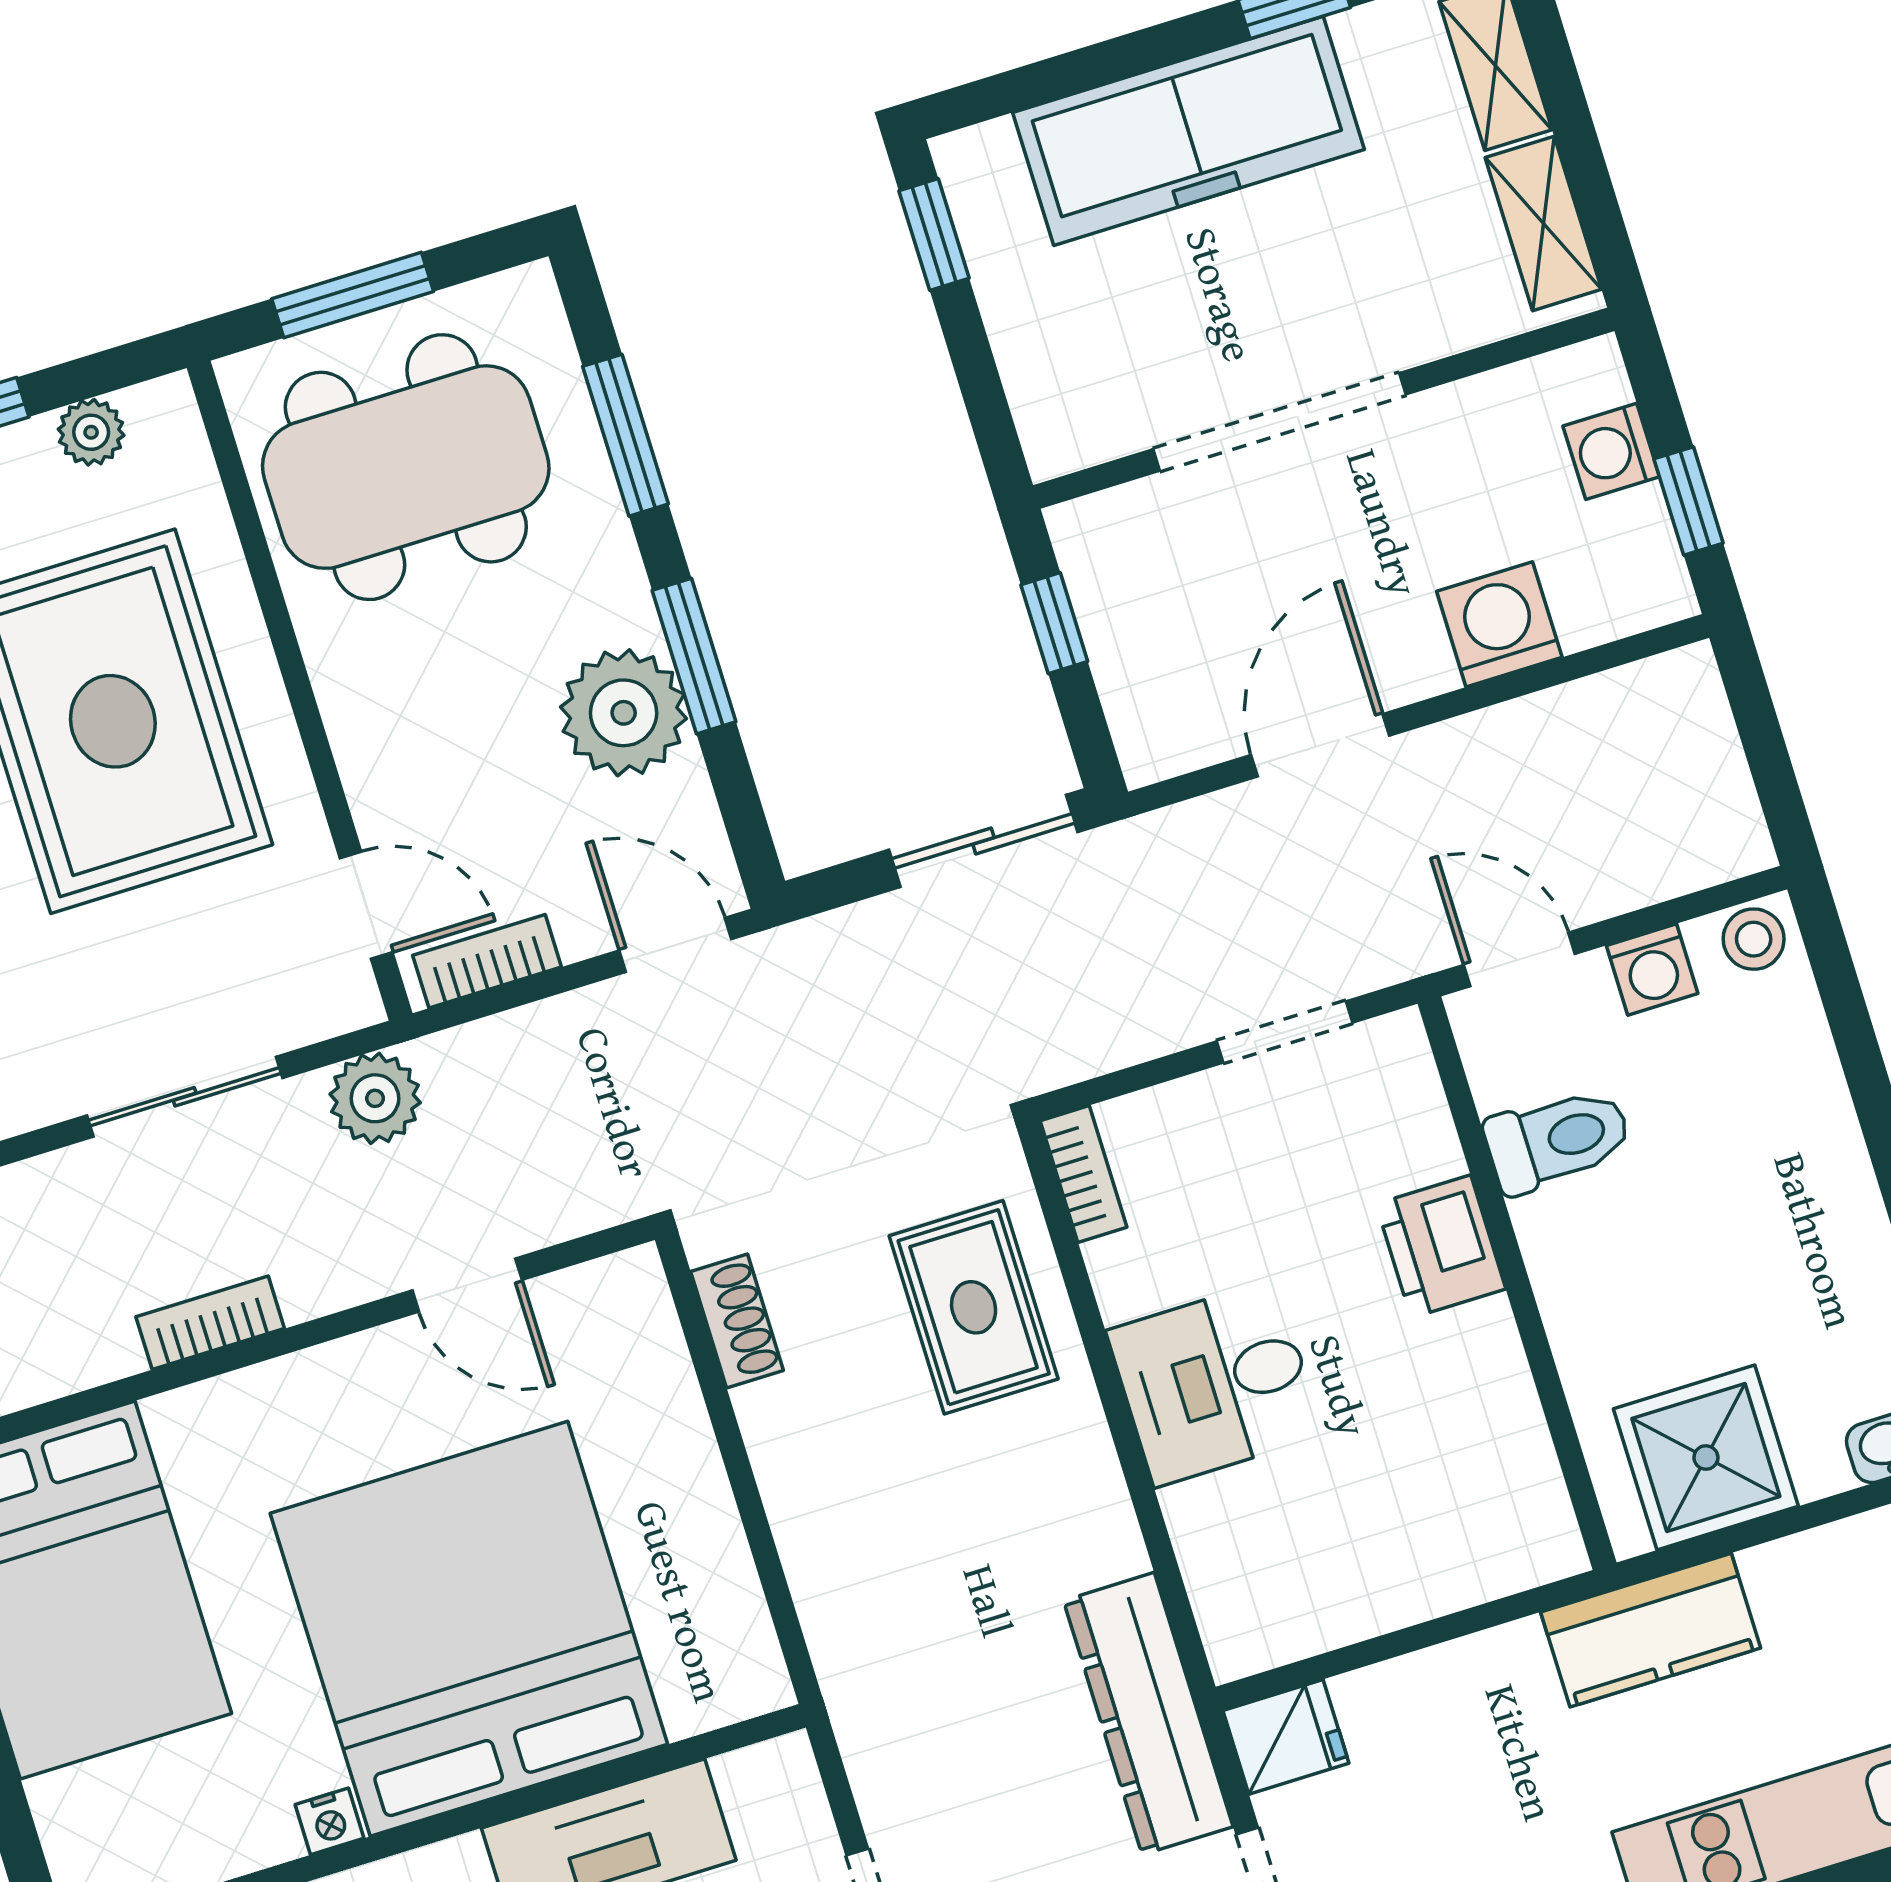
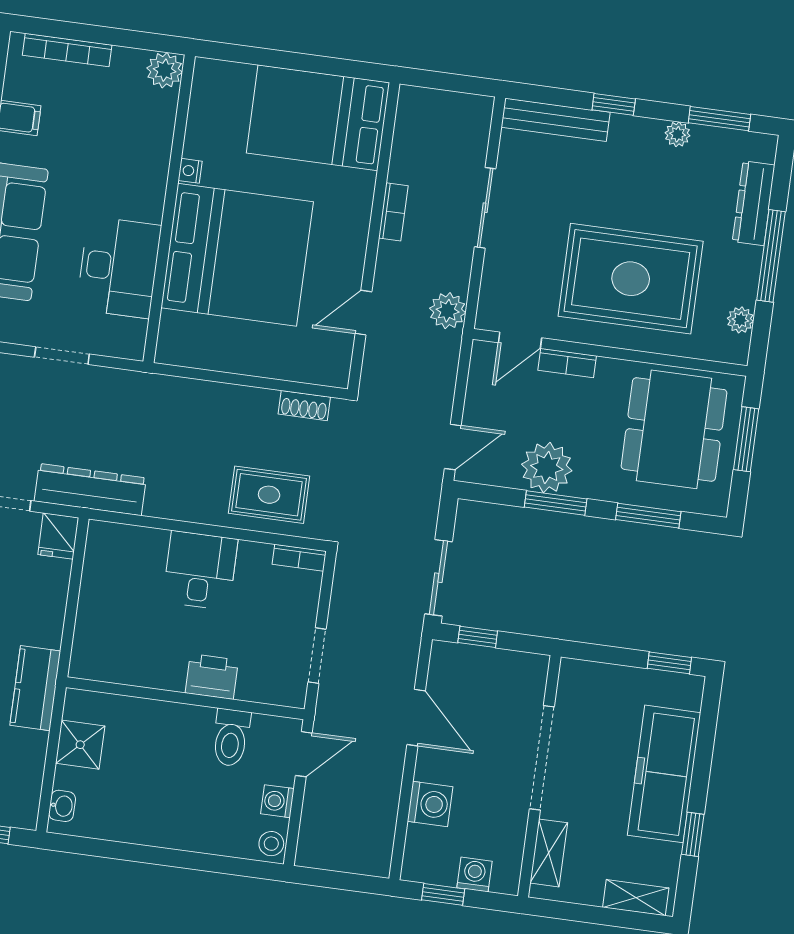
shelving: (1543, 223) -> (549, 853), moved, turned 90
window: (1054, 623) -> (478, 637), moved
bookcase: (487, 961) -> (567, 363), moved, turned 90
sliding door: (185, 1097) -> (485, 208), moved
shower: (1706, 1458) -> (80, 745), width x0.73, depth x0.73

